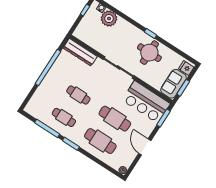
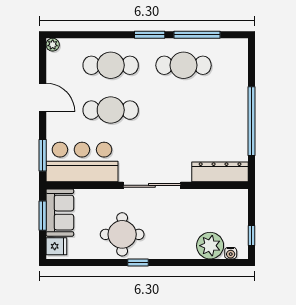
cafe table: (78, 95) -> (184, 110), removed
cafe table: (64, 117) -> (184, 65), width x1.37, depth x1.35

